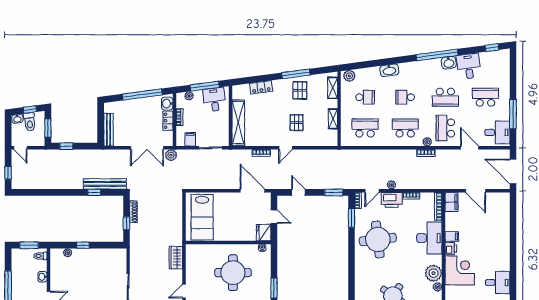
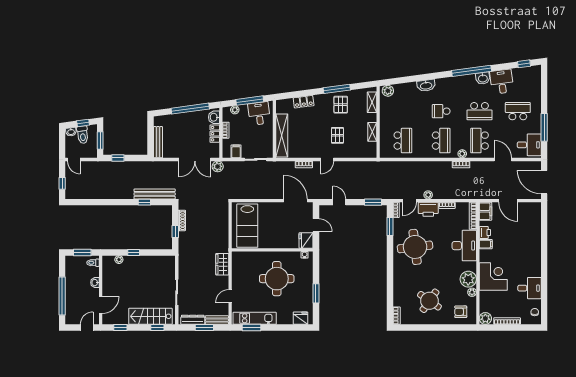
school desk: (365, 97) -> (403, 111), removed
school desk: (365, 128) -> (403, 141), turned 90
school desk: (405, 128) -> (441, 141), turned 90
printer: (451, 249) -> (485, 232), moved

